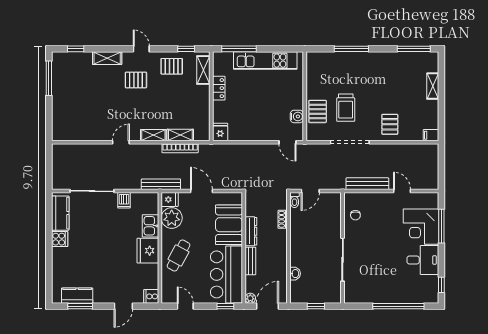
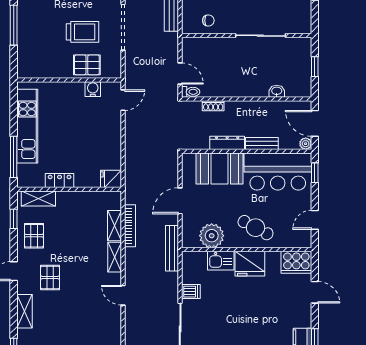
fridge: (170, 199) -> (190, 238), removed
cooker: (151, 296) -> (296, 262), width x1.87, depth x1.31

